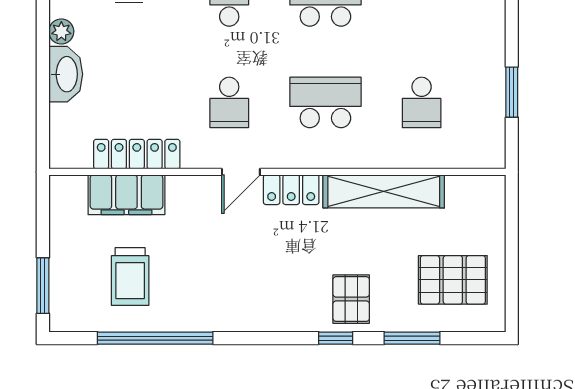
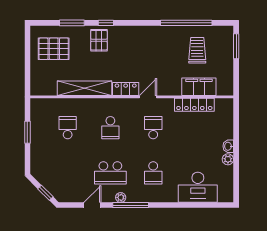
washbasin: (66, 74) -> (228, 146), width x0.52, depth x0.69
school desk: (325, 102) -> (110, 128), width x0.54

